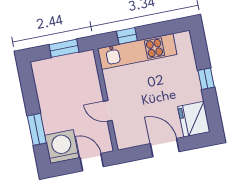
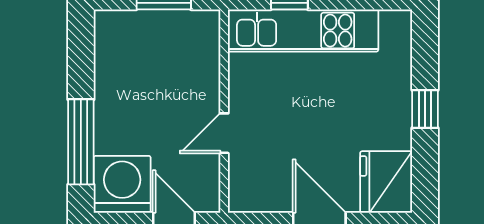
door: (108, 111) -> (224, 133), hinge flipped
window: (37, 129) -> (81, 142), width x1.44

